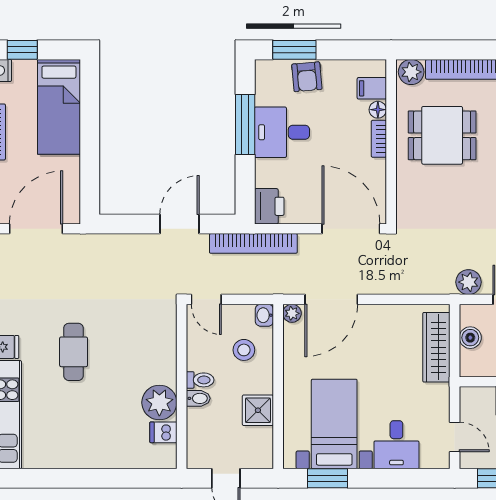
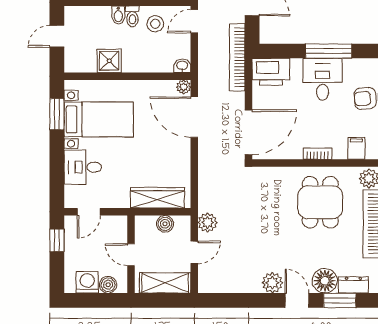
floor lamp: (378, 110) -> (340, 153), removed
printer: (269, 206) -> (271, 72), width x1.37, depth x1.19
stool: (244, 350) -> (155, 24), moved

